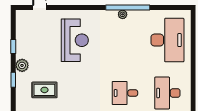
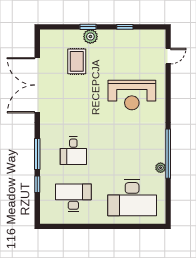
plant: (123, 14) -> (161, 168), moved
plant: (22, 65) -> (90, 37), moved
desk: (125, 93) -> (73, 151), turned 180

